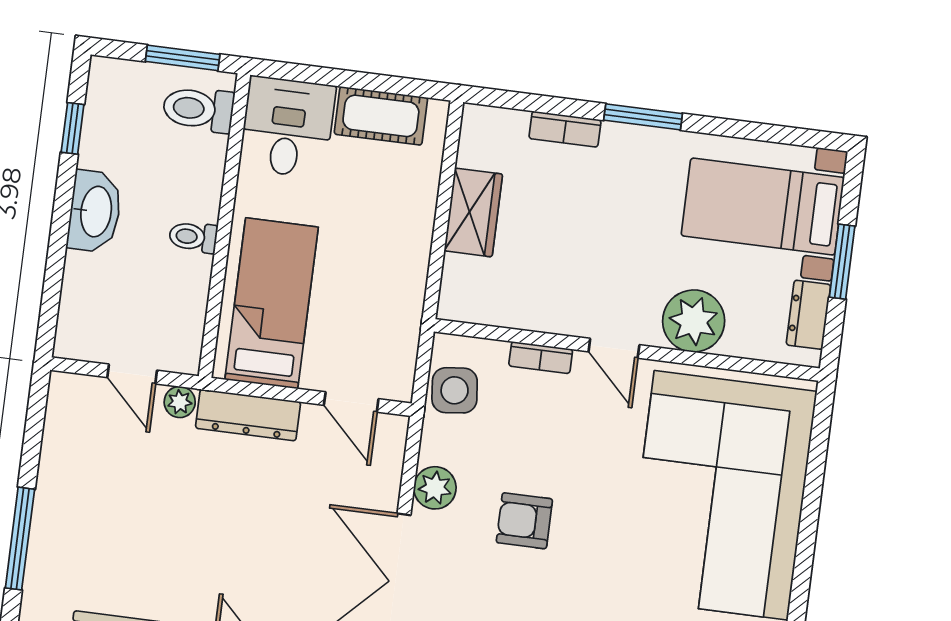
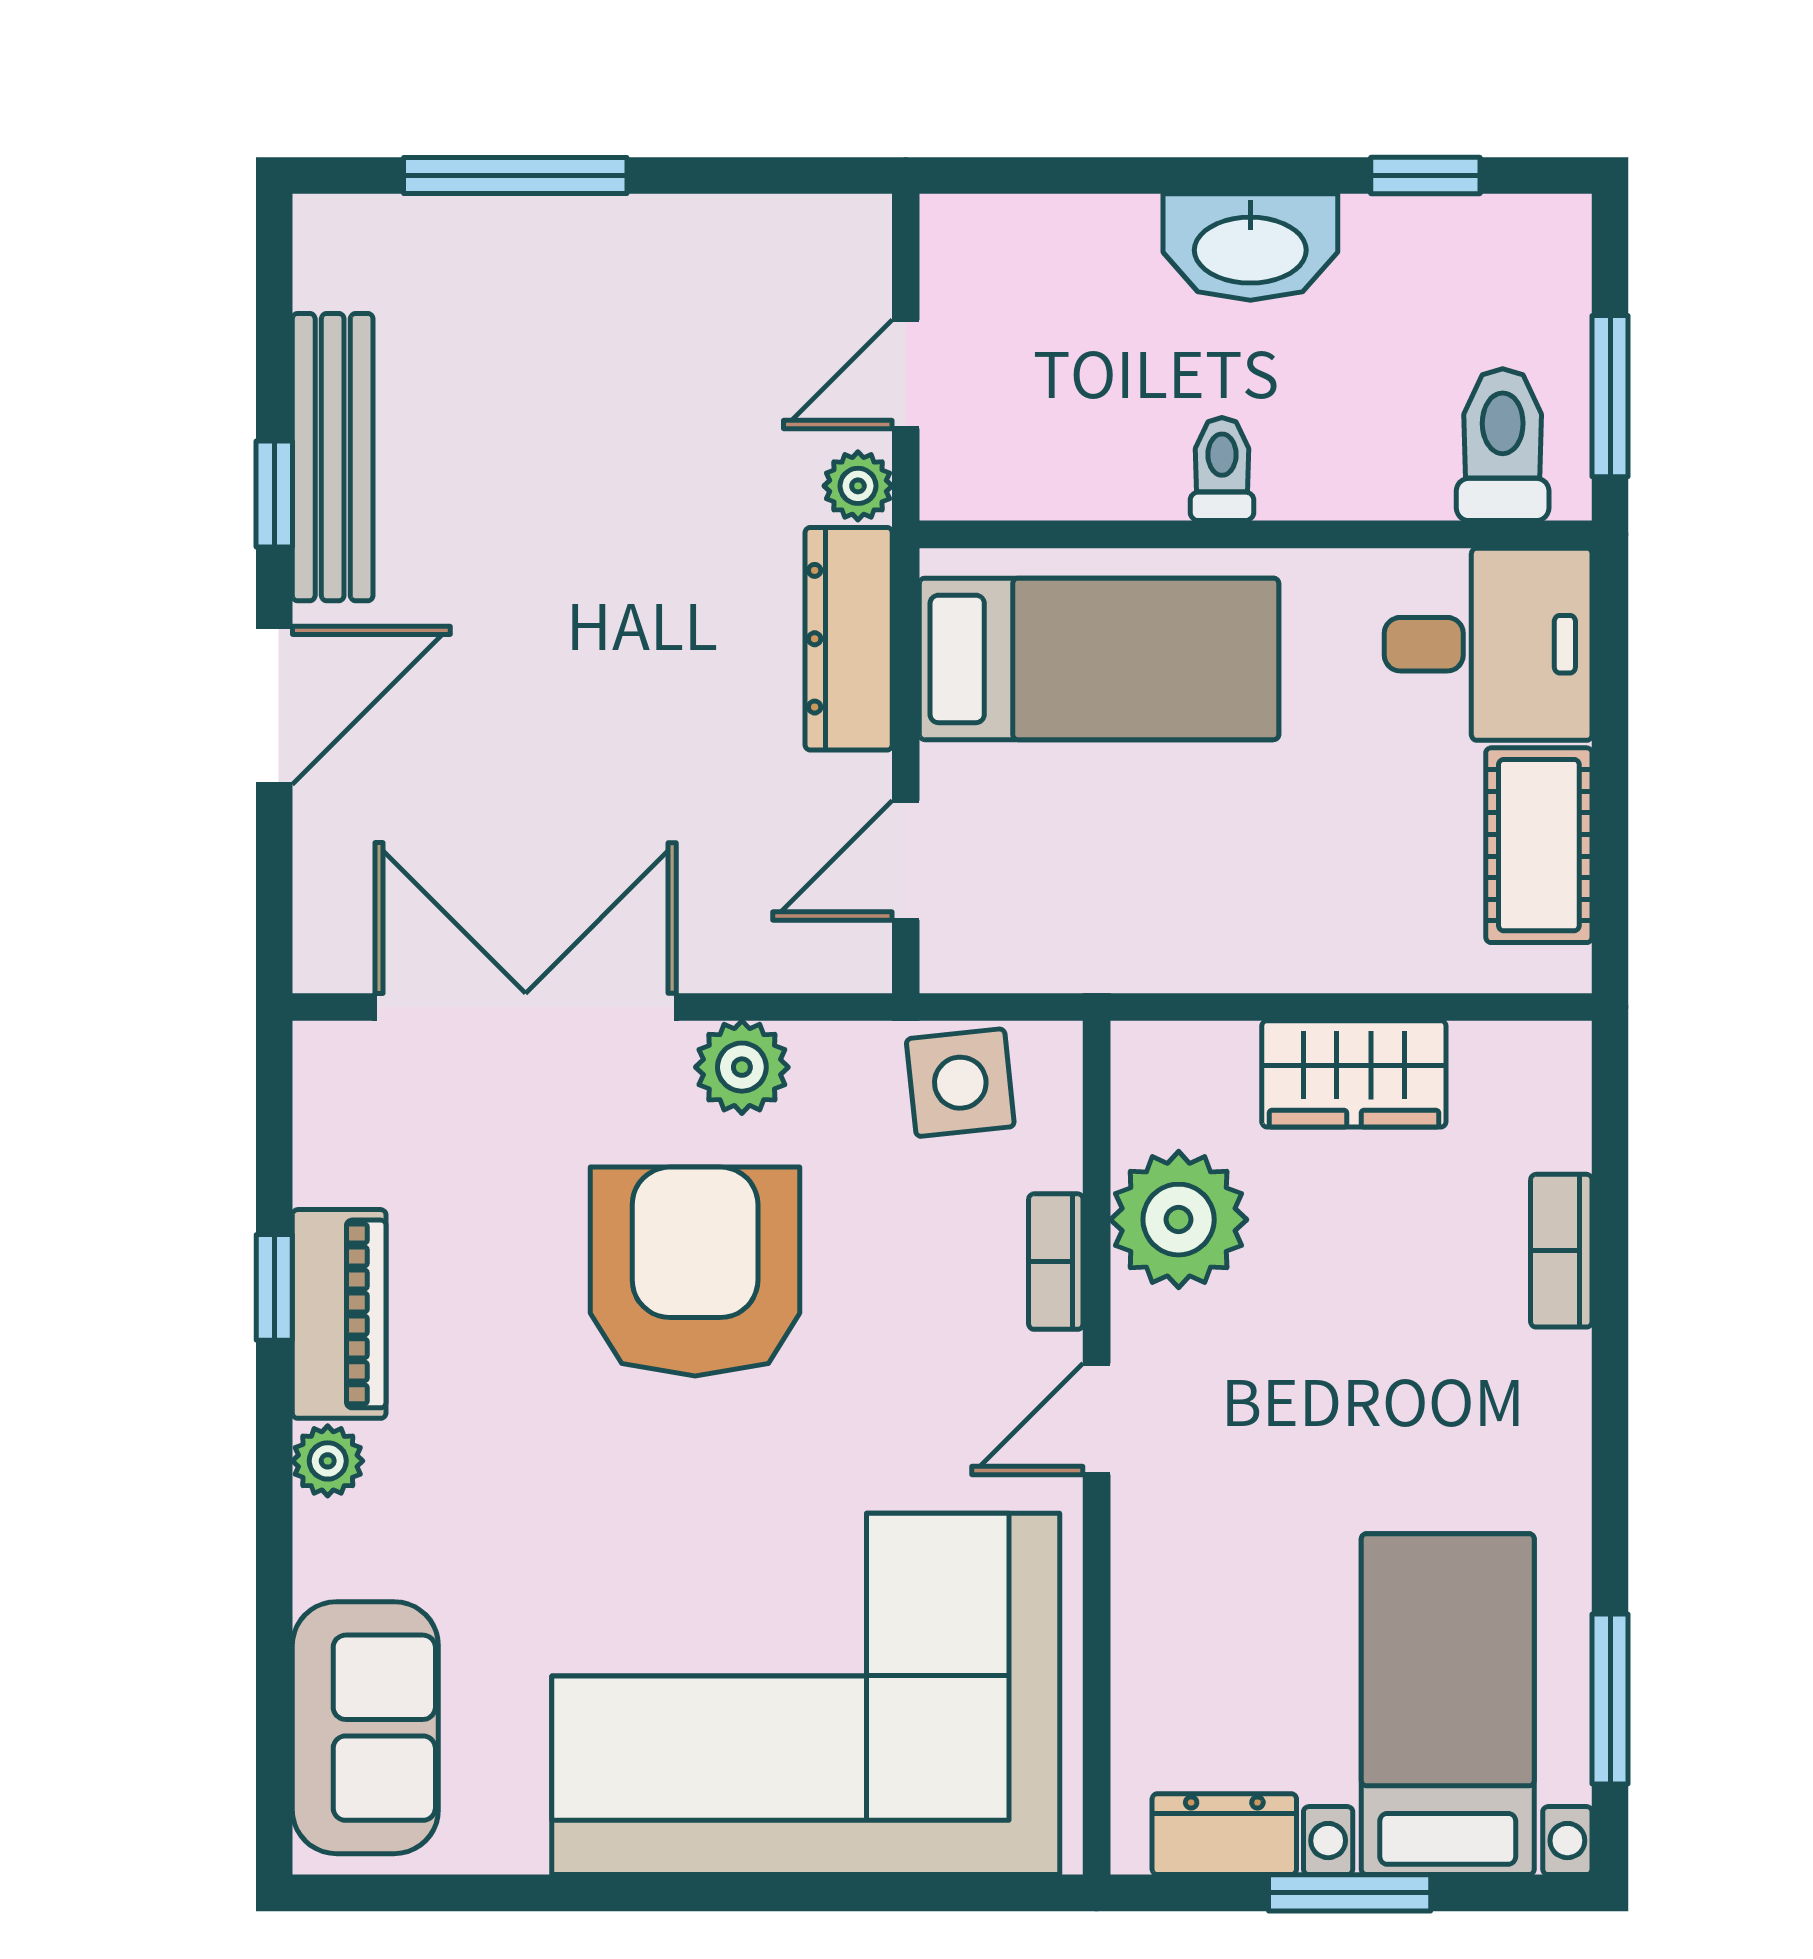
window: (643, 117) -> (1610, 1699), moved
plant: (694, 321) -> (1179, 1220), moved
armchair: (524, 521) -> (695, 1272), width x1.88, depth x1.88

